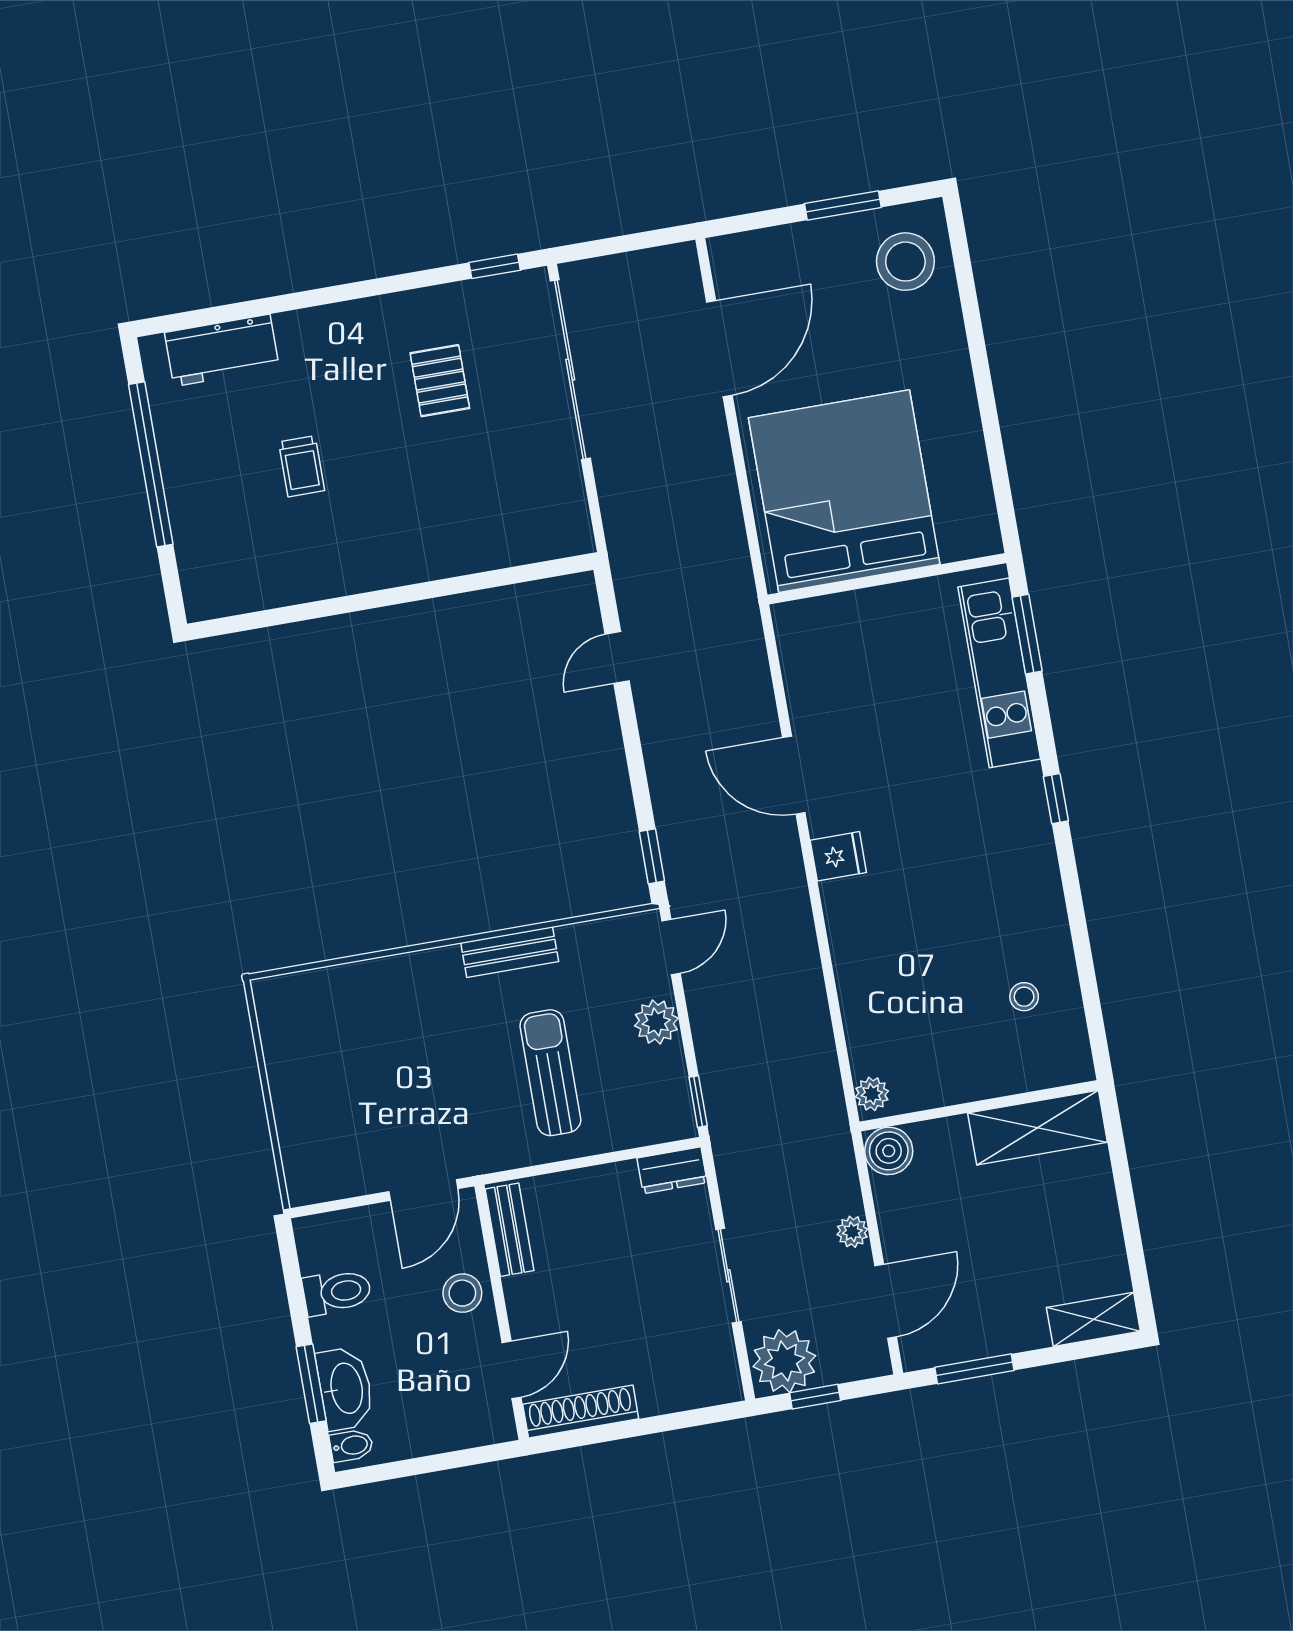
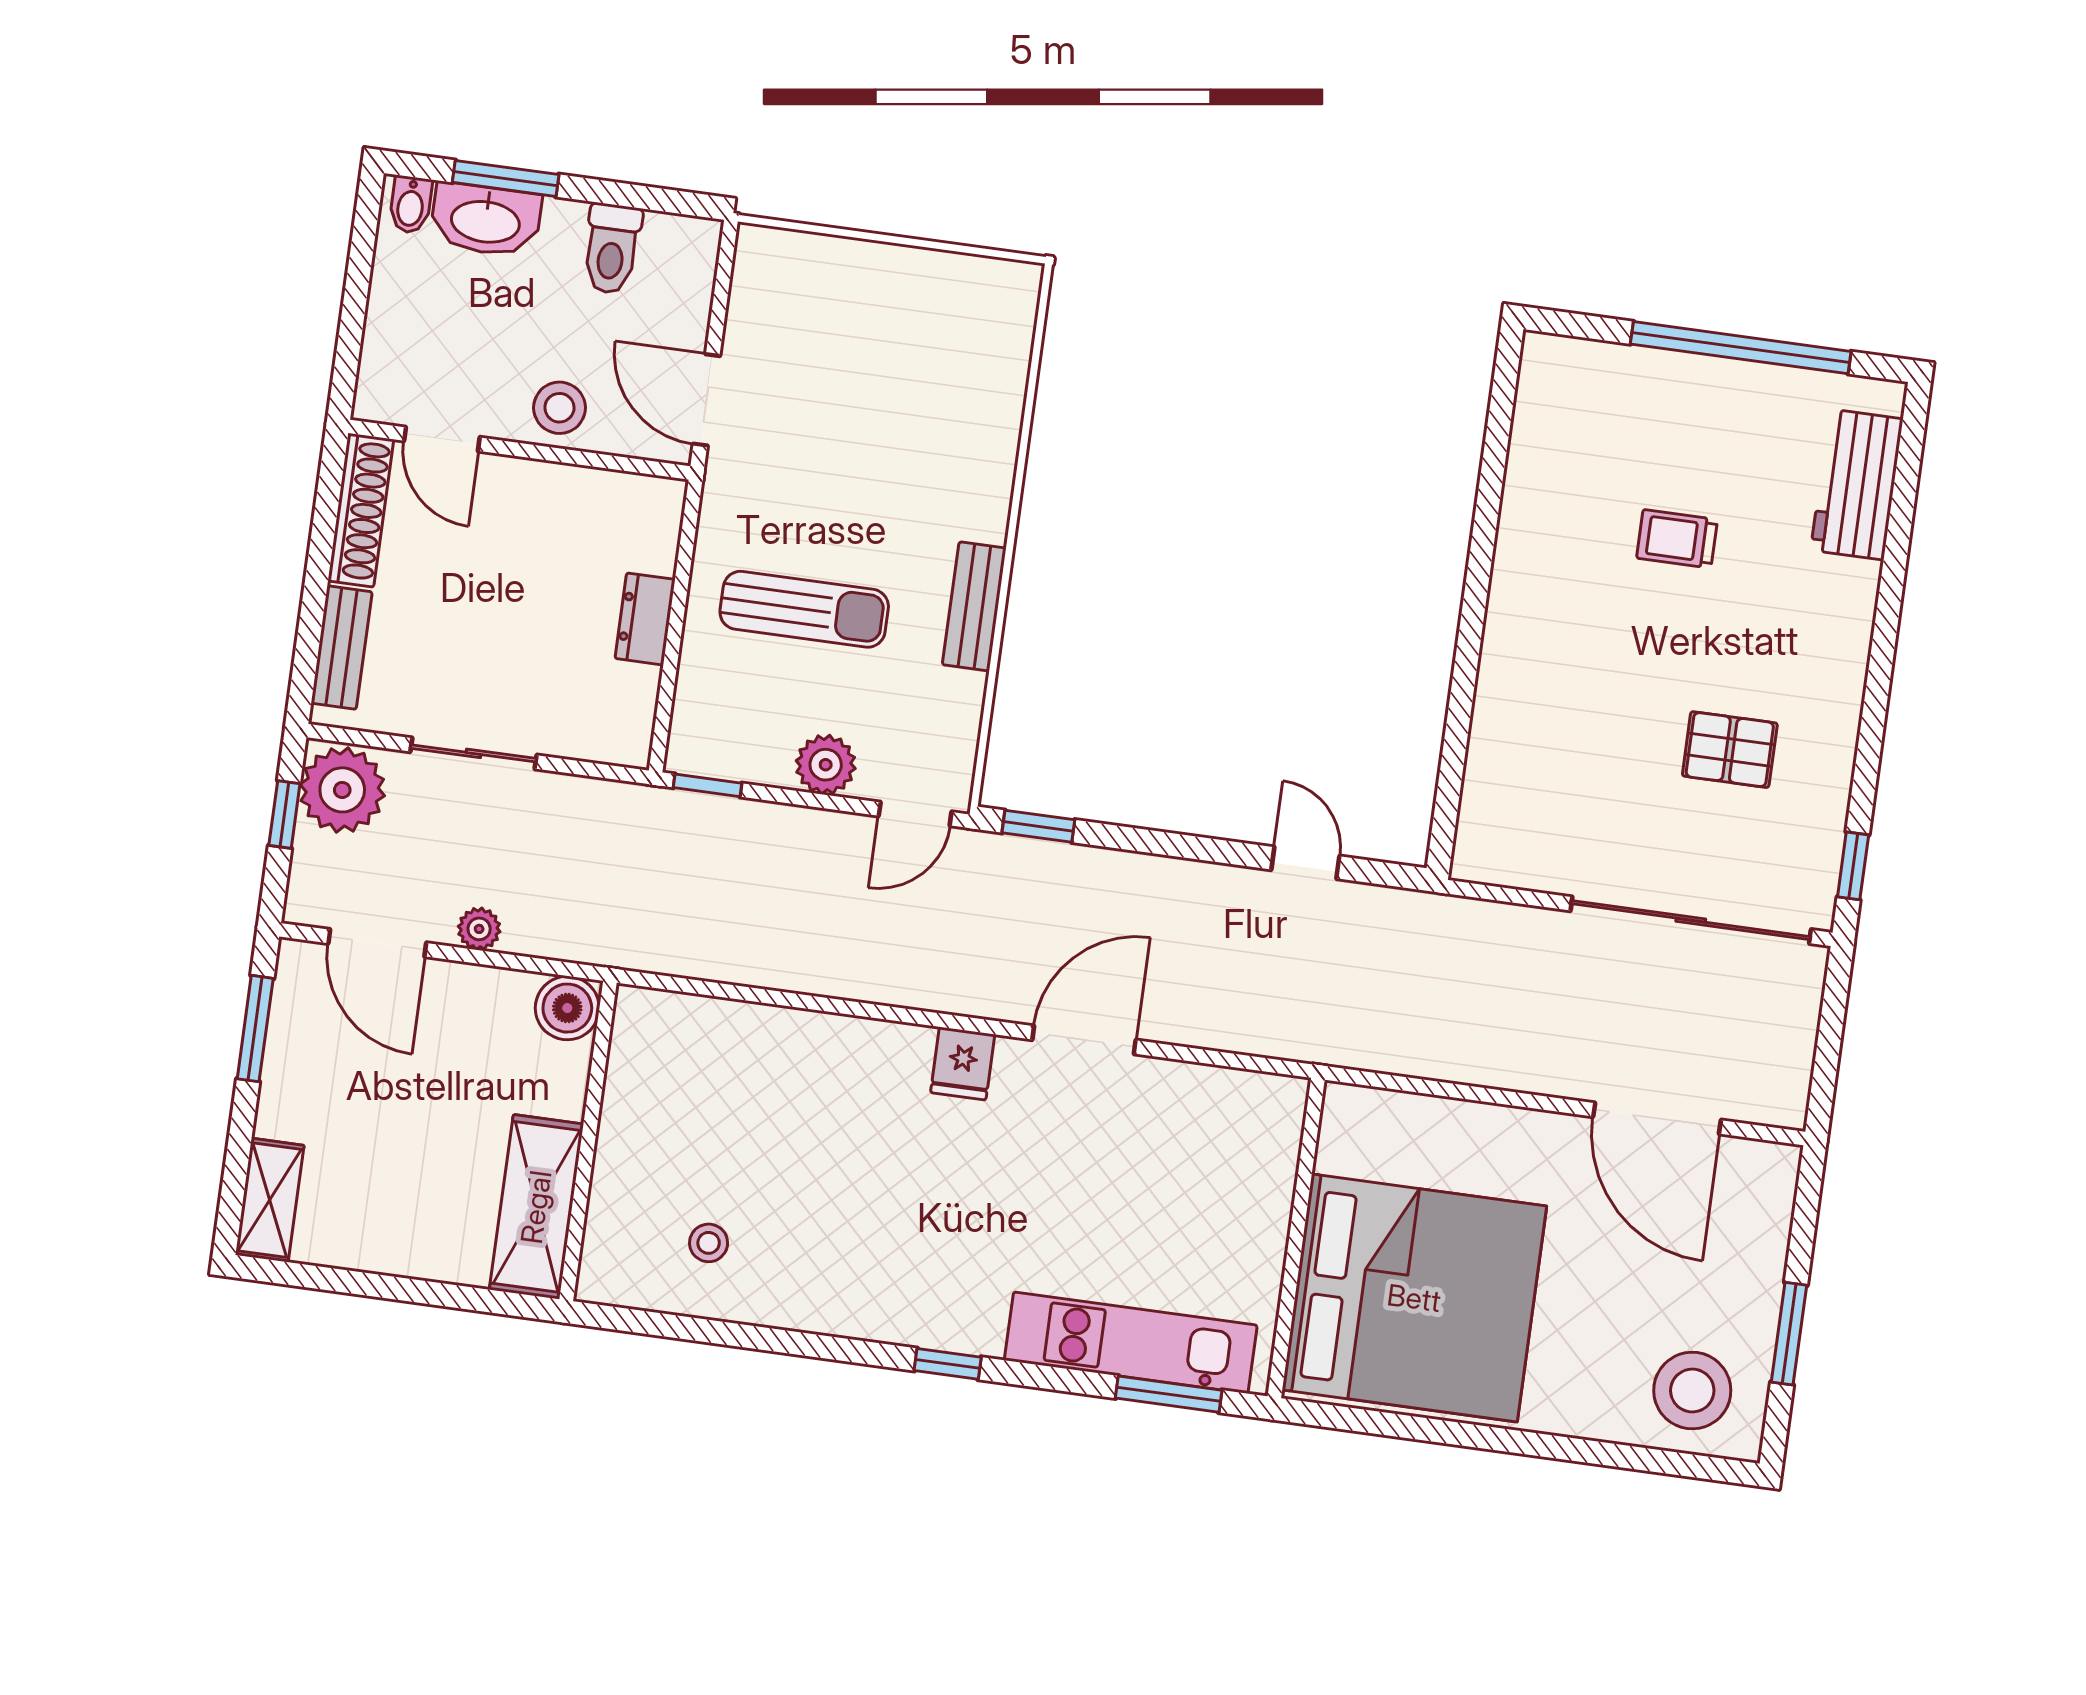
bed: (844, 491) -> (1414, 1298), moved
door: (671, 947) -> (915, 814), hinge flipped
plant: (872, 1094) -> (647, 1010), removed
dresser: (672, 1170) -> (645, 619), moved
bench: (509, 1230) -> (342, 648), moved, turned 90

